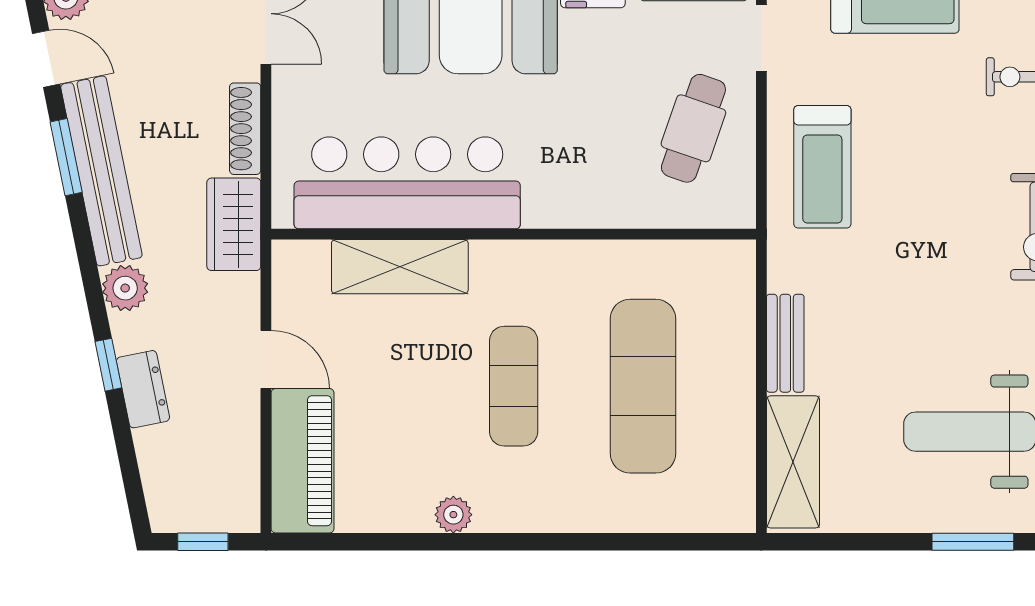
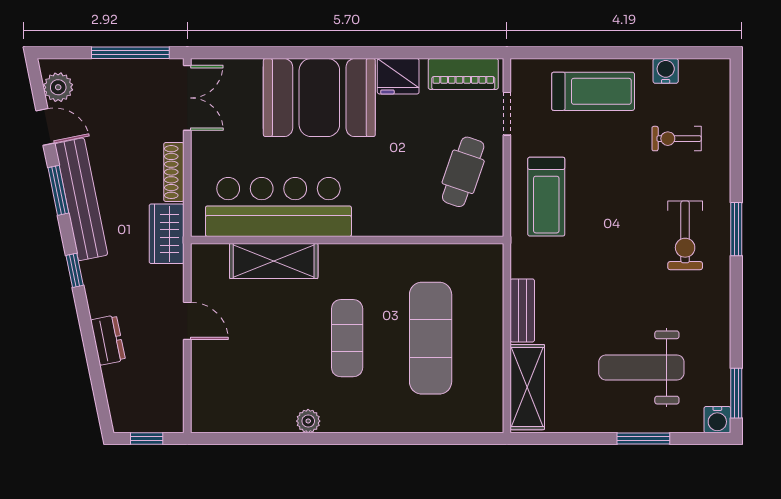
plant: (125, 288) -> (96, 275), removed
window: (108, 365) -> (75, 270), moved
piano: (303, 461) -> (211, 386), removed

